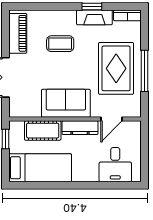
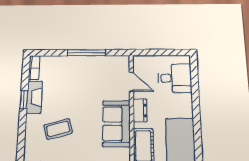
coffee table: (60, 44) -> (58, 129), turned 75
rug: (116, 68) -> (83, 78), removed
dresser: (80, 128) -> (140, 110), width x0.70

